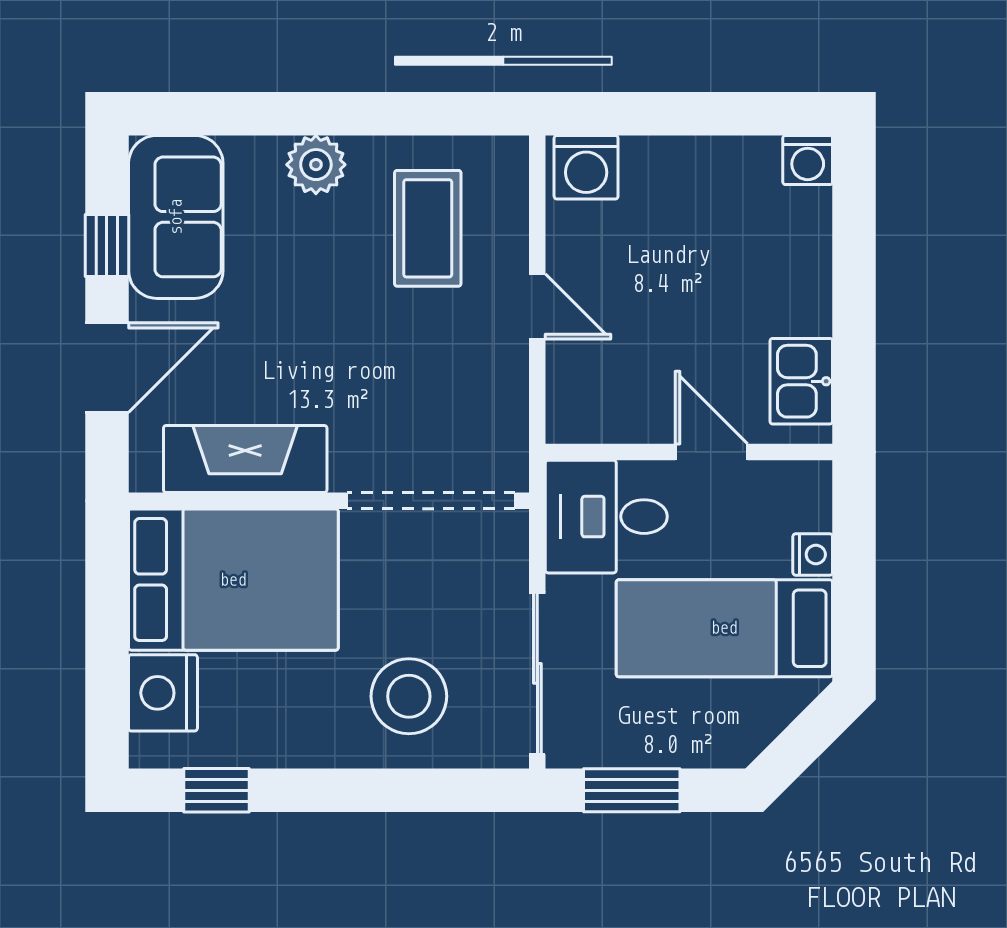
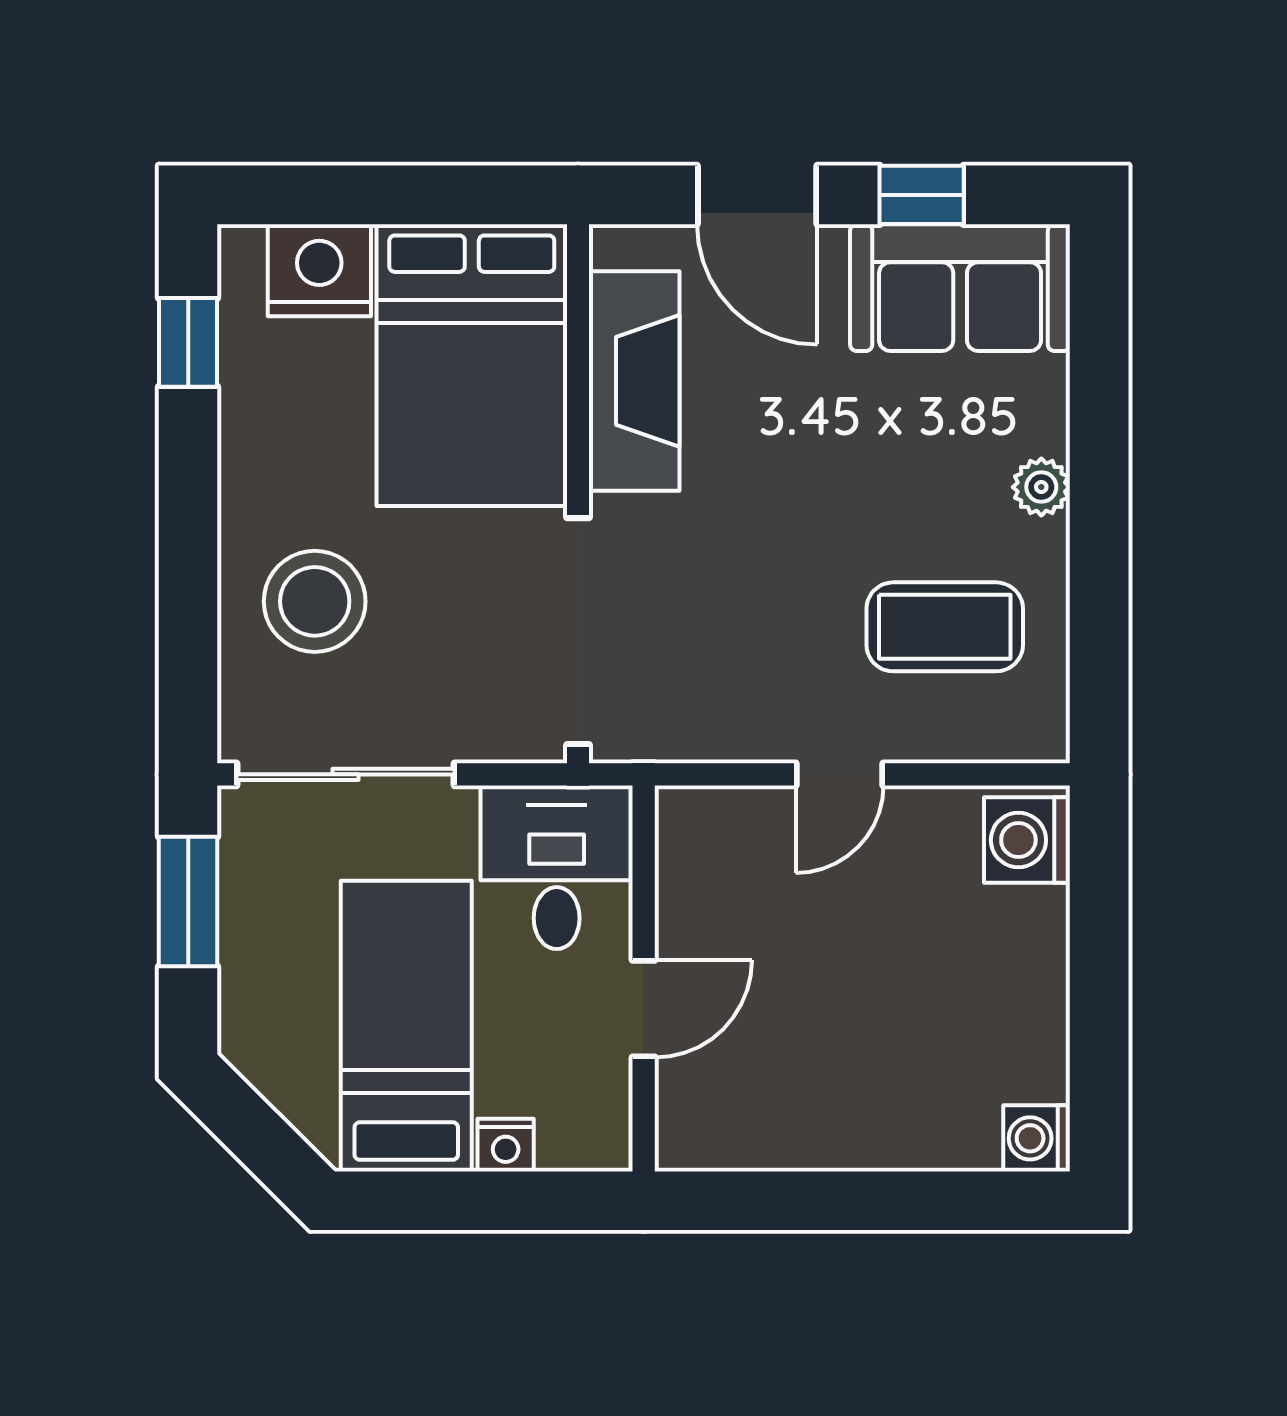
plant: (316, 165) -> (1041, 487), width x0.73, depth x0.73
kitchen sink: (801, 381) -> (739, 1130), removed

